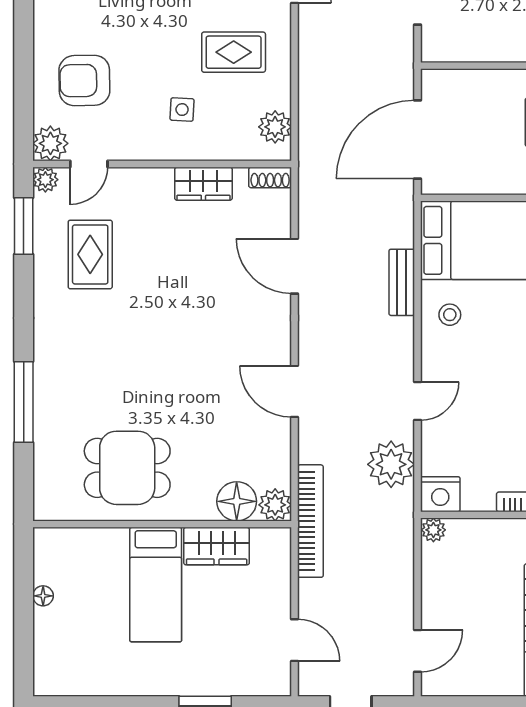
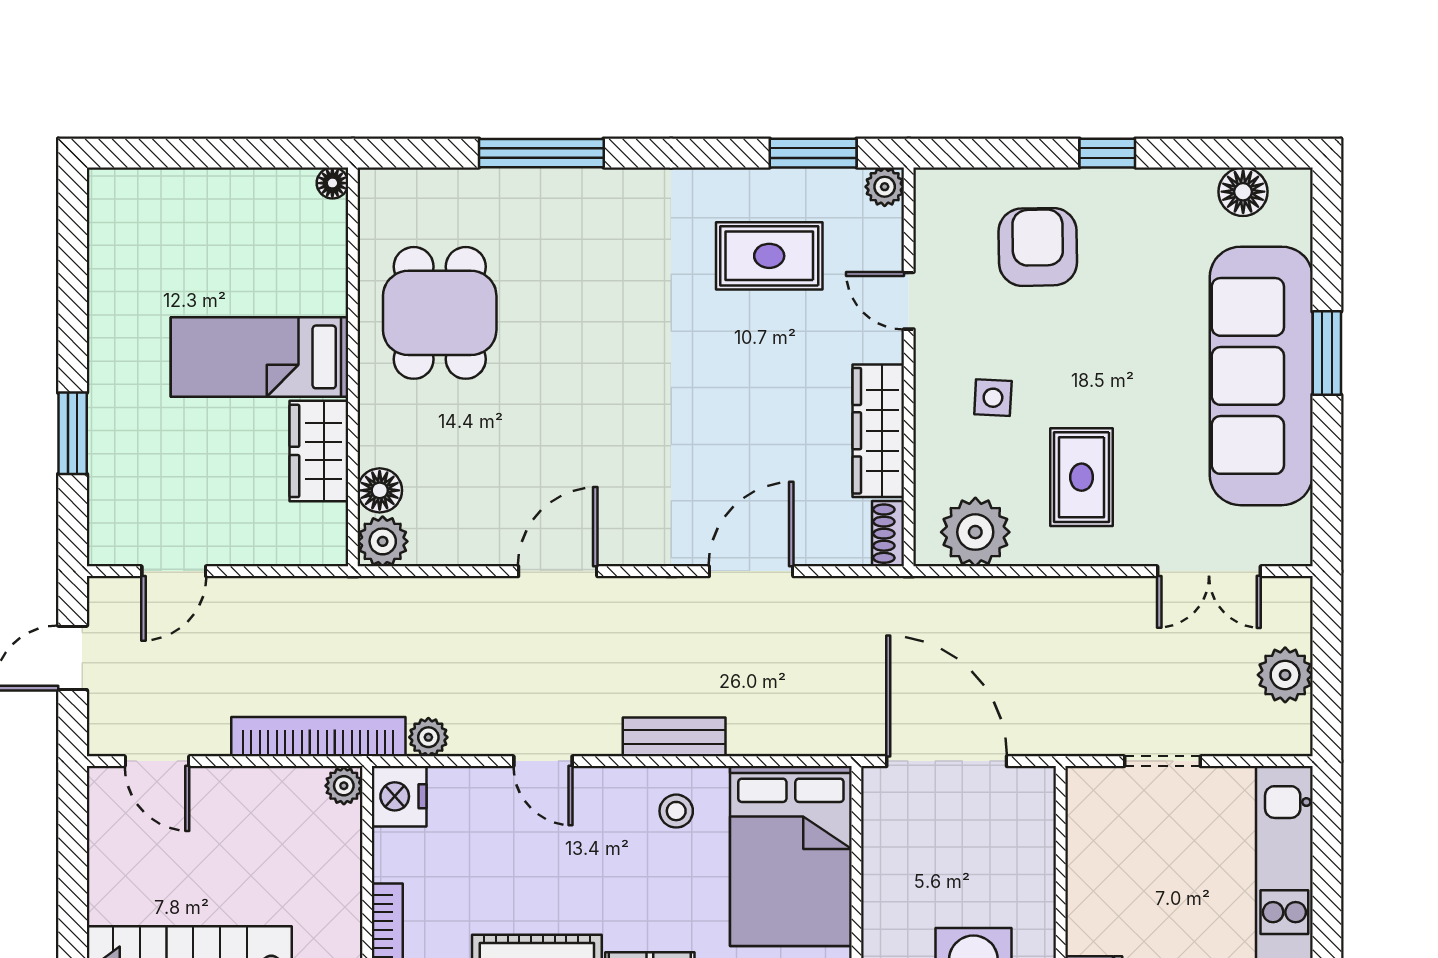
window: (24, 35) -> (1107, 153), added
plant: (275, 127) -> (975, 532), width x1.36, depth x1.36
plant: (50, 143) -> (941, 194), removed
door: (89, 164) -> (909, 301), moved
wardrobe: (203, 184) -> (878, 431), width x1.50
bench: (402, 282) -> (674, 737), moved
plant: (391, 464) -> (428, 737), width x0.53, depth x0.53
floor lamp: (237, 501) -> (380, 490), width x0.73, depth x0.73
bookcase: (310, 521) -> (318, 737), moved, turned 180
floor lamp: (43, 596) -> (332, 183), moved

